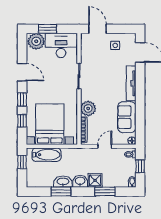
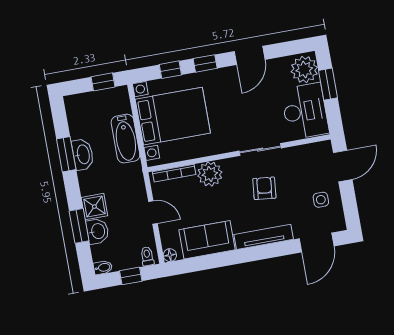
armchair: (102, 78) -> (264, 188), added
bathtub: (46, 155) -> (125, 139), moved
washbasin: (80, 181) -> (98, 231), moved

